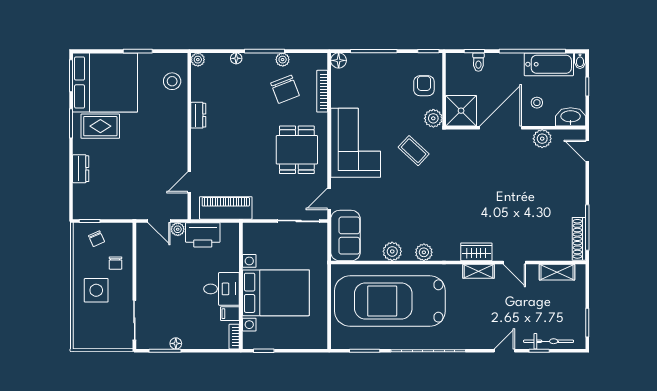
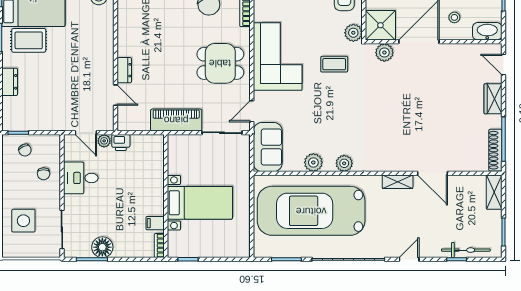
dresser: (198, 115) -> (124, 70), moved
plant: (542, 139) -> (384, 53), moved
dining table: (297, 150) -> (220, 63), turned 90
coffee table: (414, 151) -> (334, 64), turned -43
door: (189, 182) -> (115, 95), swing flipped
piano: (226, 208) -> (176, 120), moved
printer: (203, 235) -> (121, 142), width x0.53, depth x0.68
wardrobe: (476, 252) -> (493, 99), moved, turned -90
door: (514, 263) -> (432, 173), width x1.38
shelving: (557, 272) -> (494, 192), moved, turned 90
desk: (222, 289) -> (81, 178), moved, turned 180
side table: (96, 290) -> (23, 221), moved
bed with nightstands: (276, 293) -> (200, 203), width x0.73
floor lamp: (176, 343) -> (102, 247), width x1.89, depth x1.89
door: (504, 351) -> (409, 259), moved

